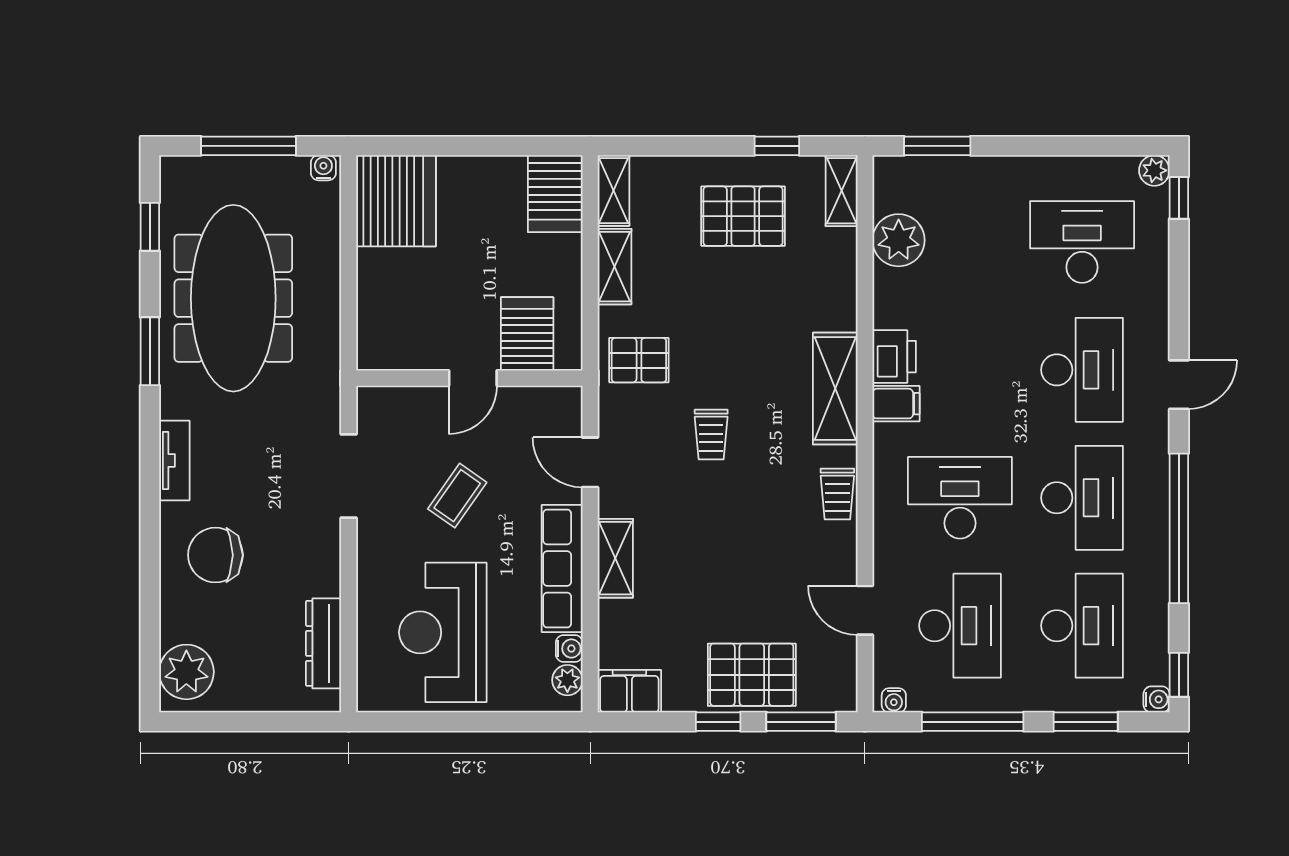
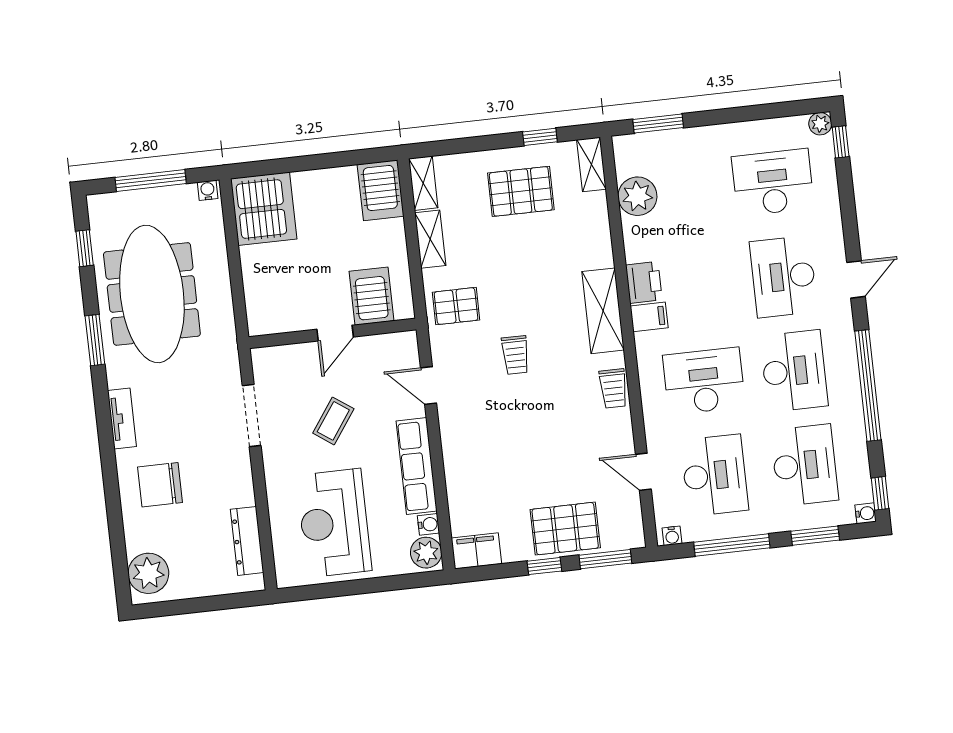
desk: (1082, 370) -> (783, 277), turned 180
shelving: (615, 558) -> (455, 454), removed
plant: (567, 680) -> (426, 553), width x1.38, depth x1.38

